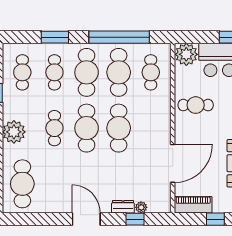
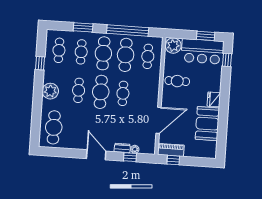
cafe table: (119, 128) -> (123, 93), width x0.73, depth x0.74
window: (215, 219) -> (173, 160), moved

